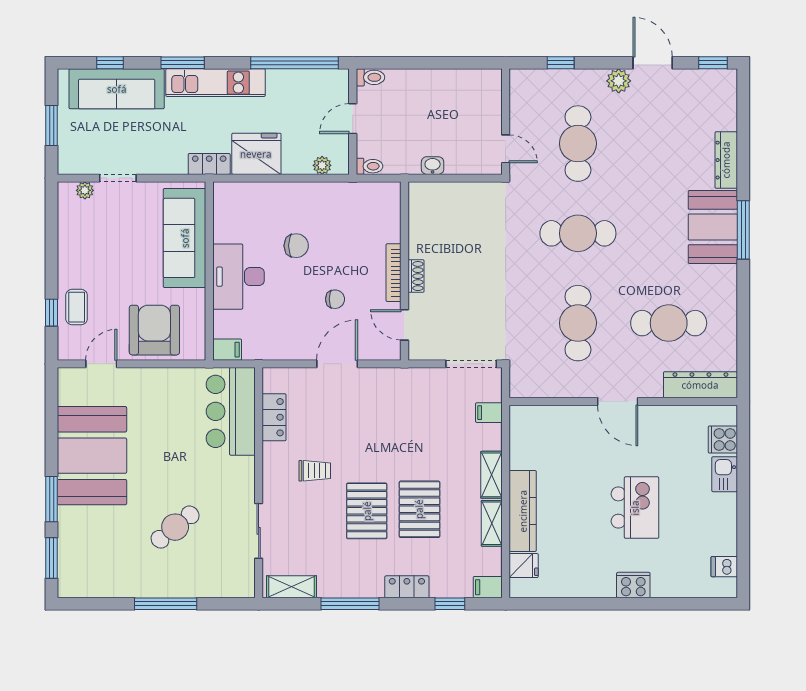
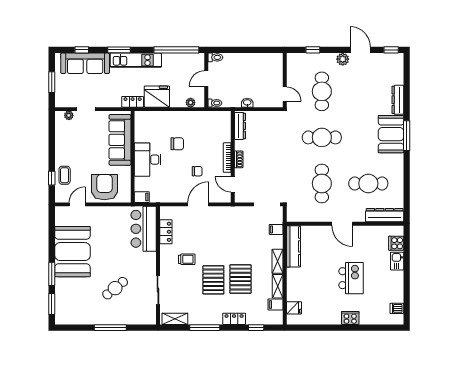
dresser: (418, 211) -> (240, 126), added
kitchen counter: (523, 511) -> (293, 246), moved
filing cabinet: (488, 587) -> (276, 305), moved

